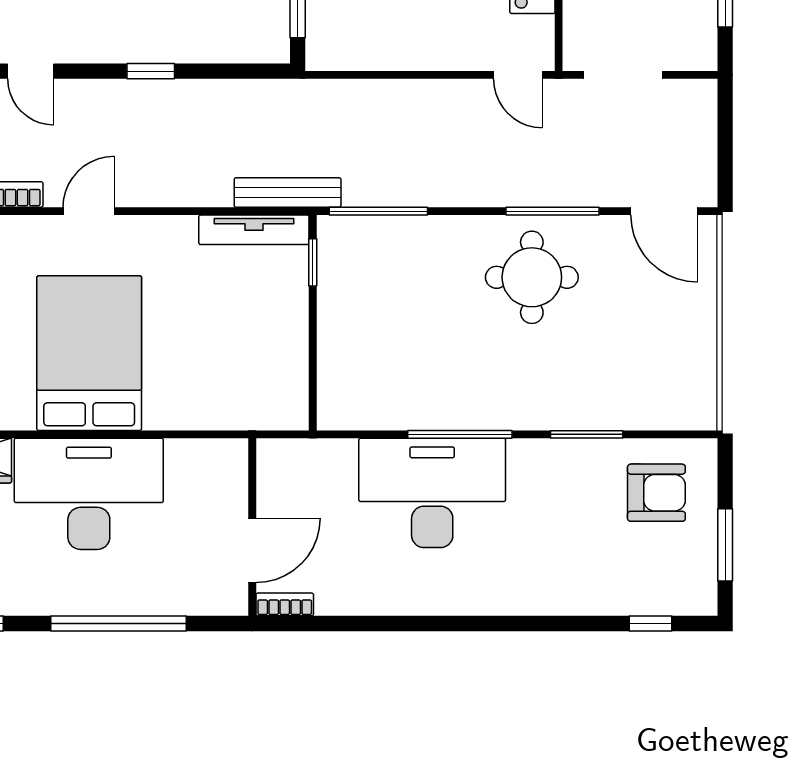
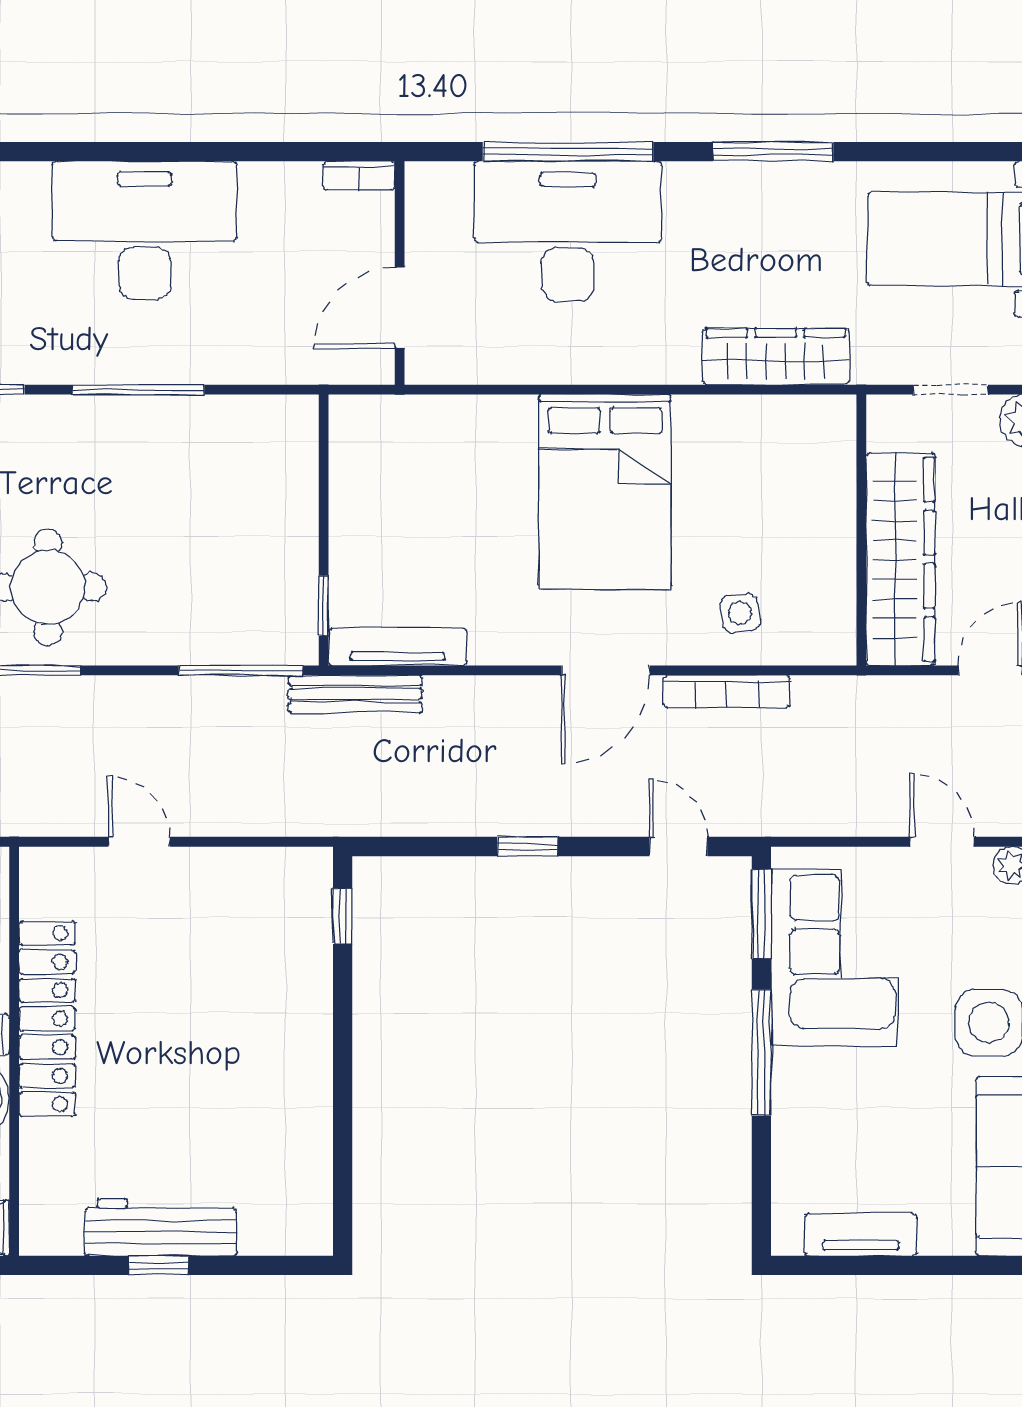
door: (518, 75) -> (139, 842), moved
door: (89, 211) -> (606, 670), width x1.38
desk: (432, 493) -> (145, 230), moved, turned 180
desk: (89, 494) -> (568, 231), moved, turned 180
door: (252, 550) -> (400, 308), moved

